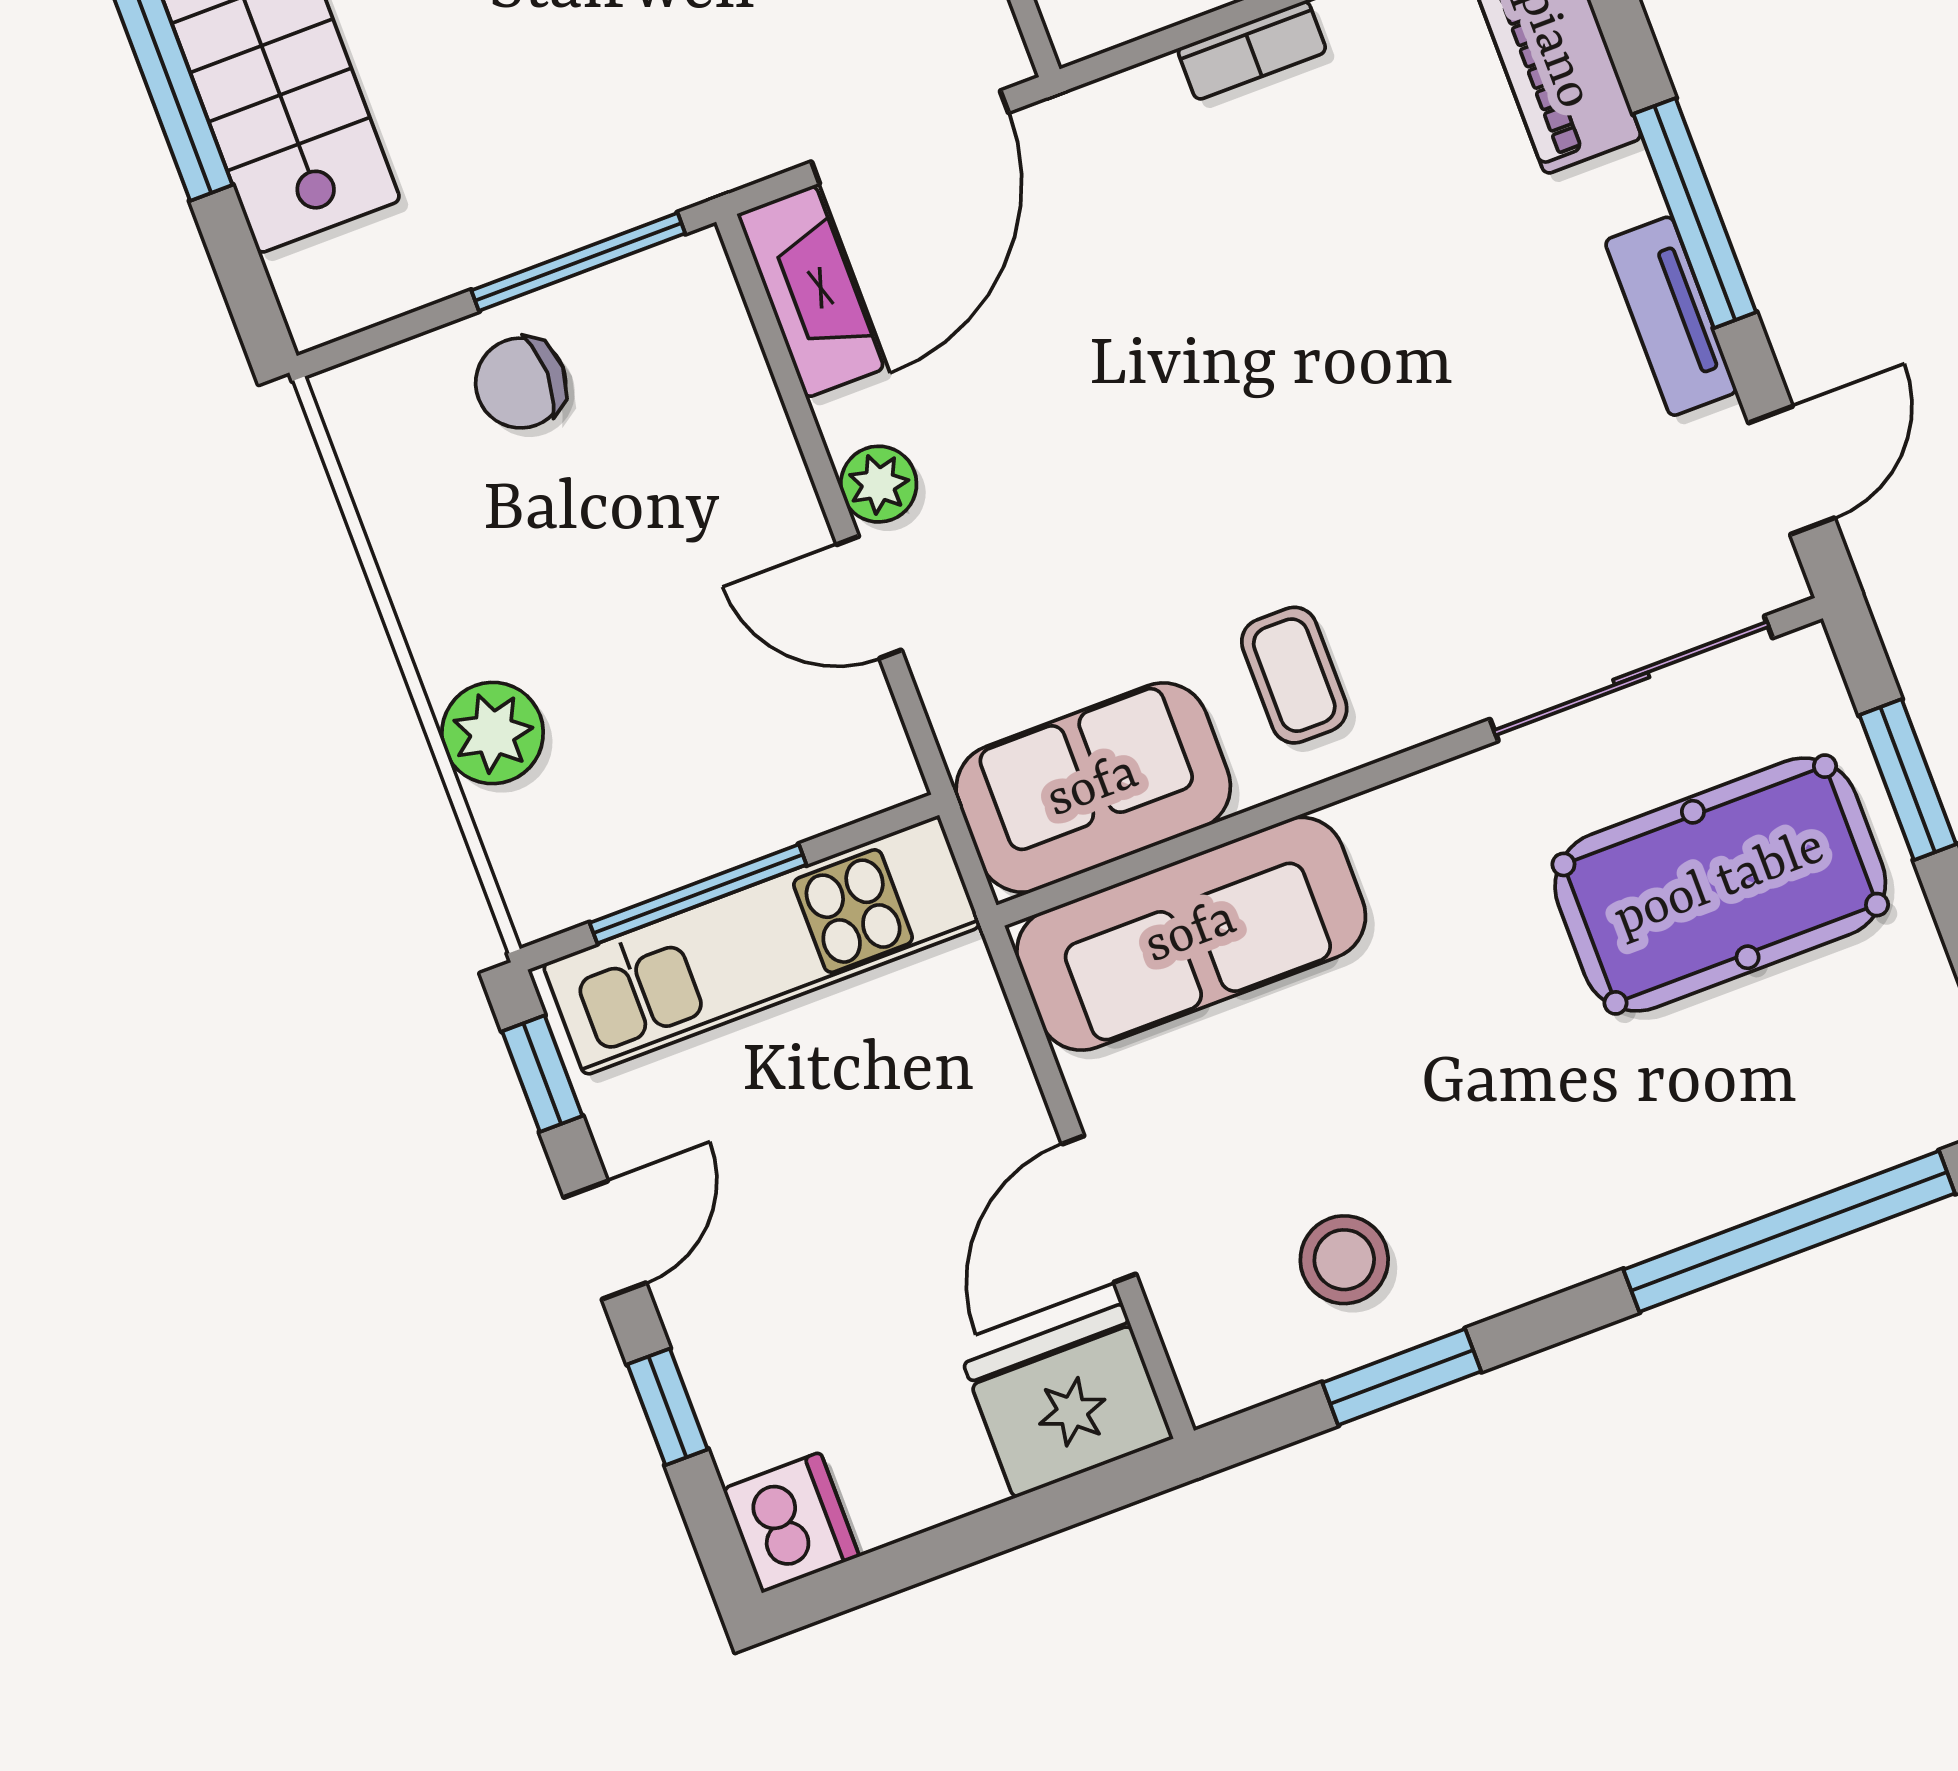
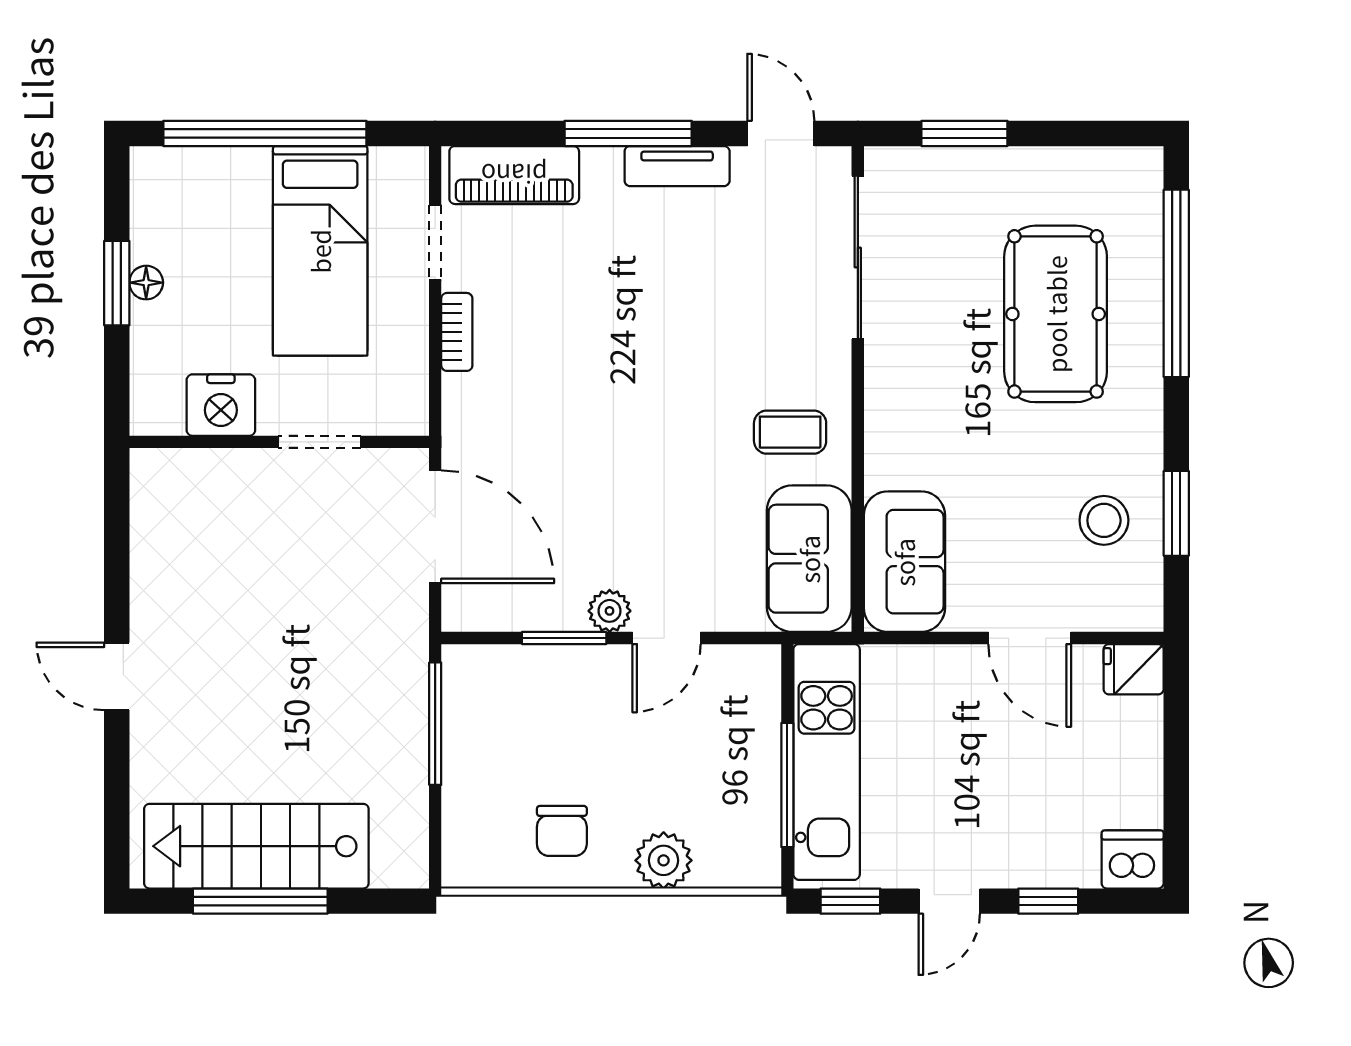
fireplace: (811, 291) -> (496, 609), removed
chair: (521, 383) -> (562, 831), moved
window: (804, 425) -> (564, 638), added
pool table: (1720, 885) -> (1056, 314), moved
sofa: (1191, 934) -> (904, 562), width x0.73
door: (605, 1240) -> (949, 901), swing flipped
fridge: (1068, 1401) -> (1134, 669), width x0.53, depth x0.75

